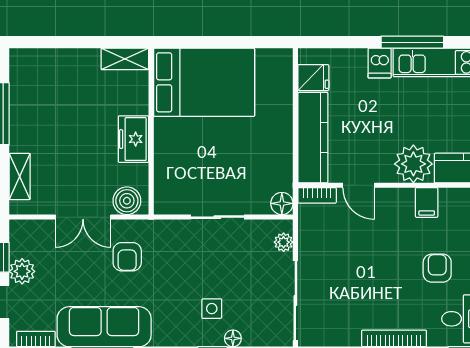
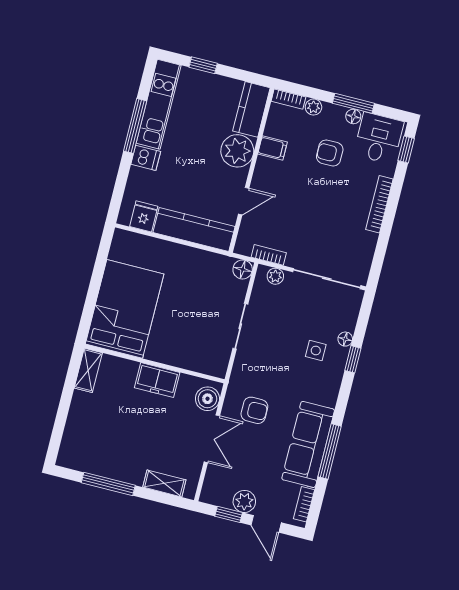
bookcase: (317, 195) -> (269, 255), moved, turned -90

